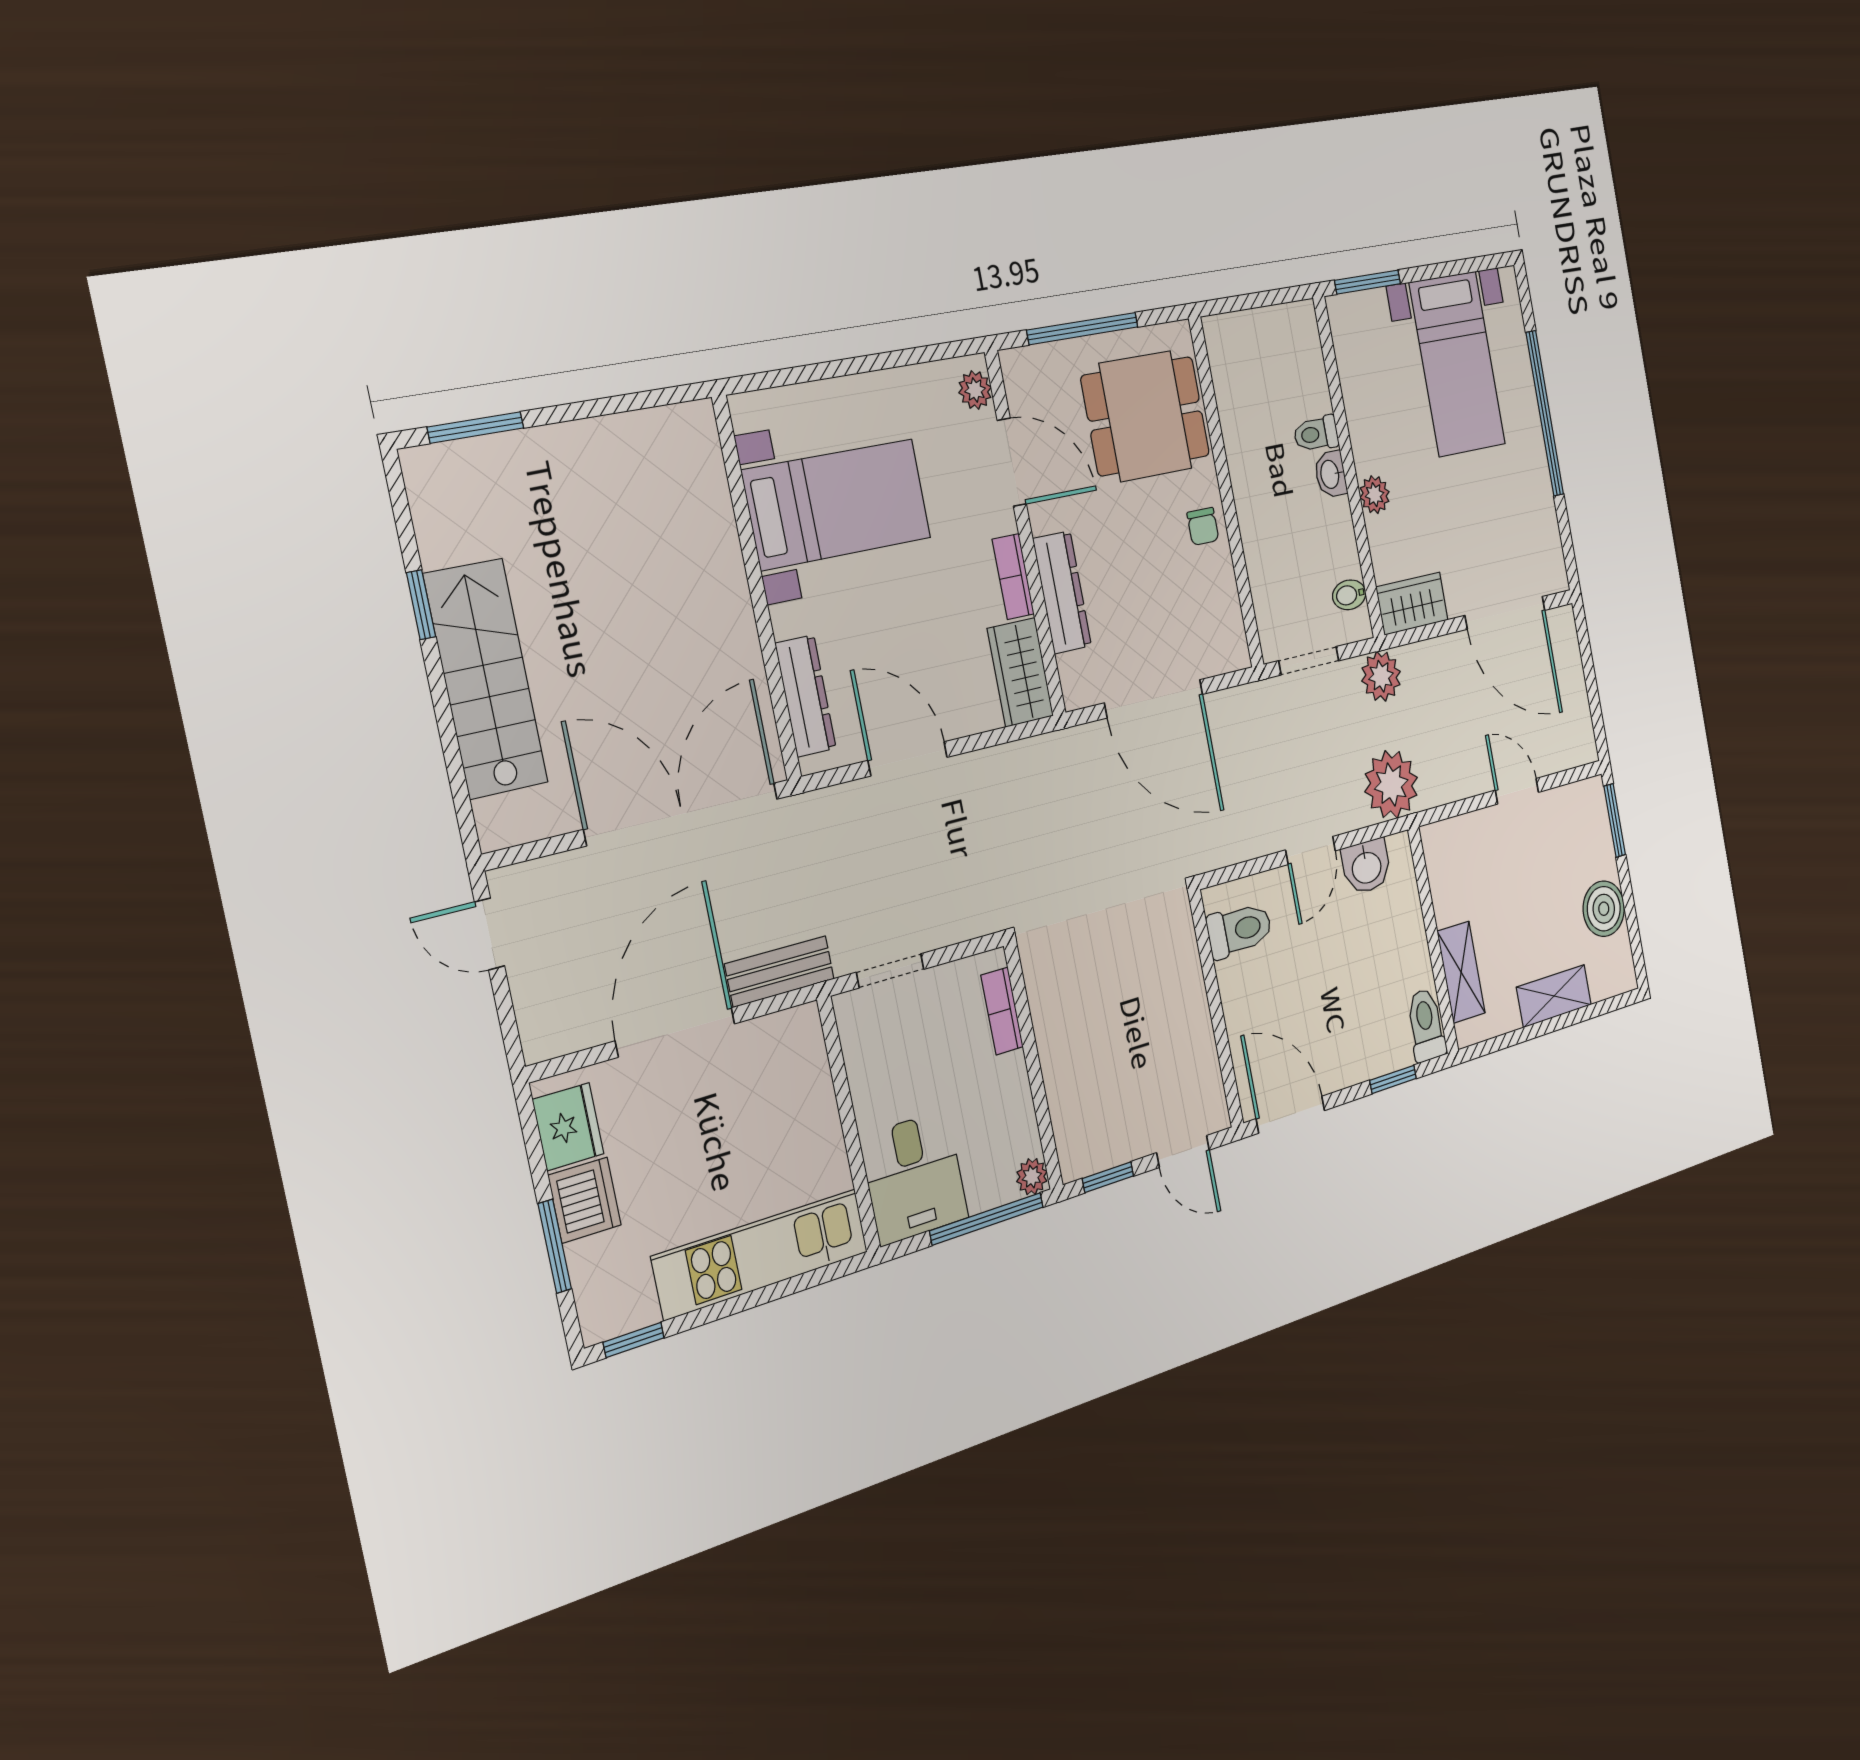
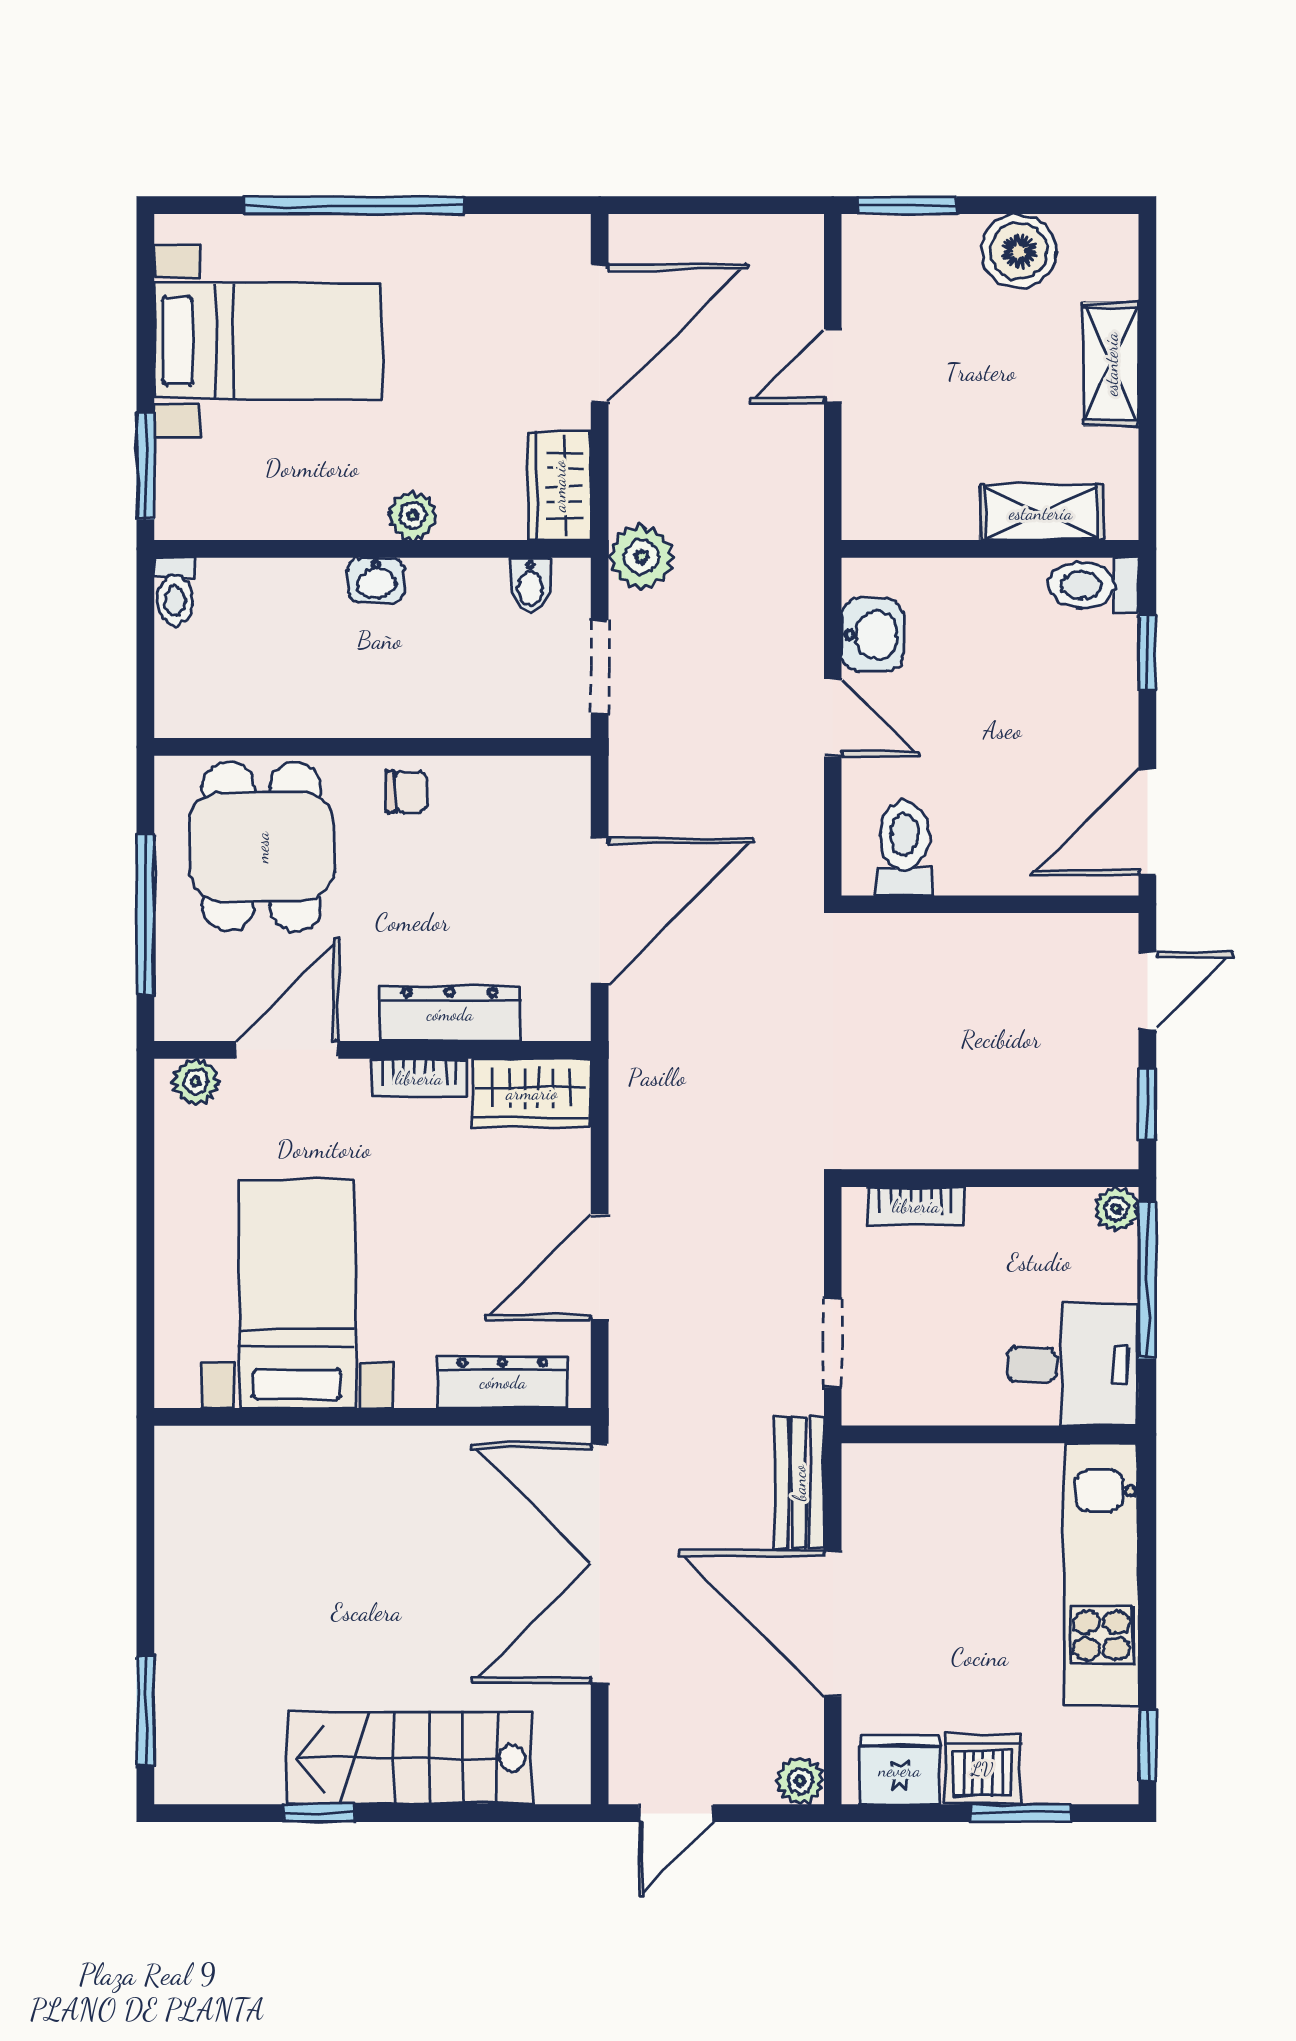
toilet: (1316, 434) -> (175, 592), moved
plant: (1391, 785) -> (800, 1781), moved, width x0.53, depth x0.53

